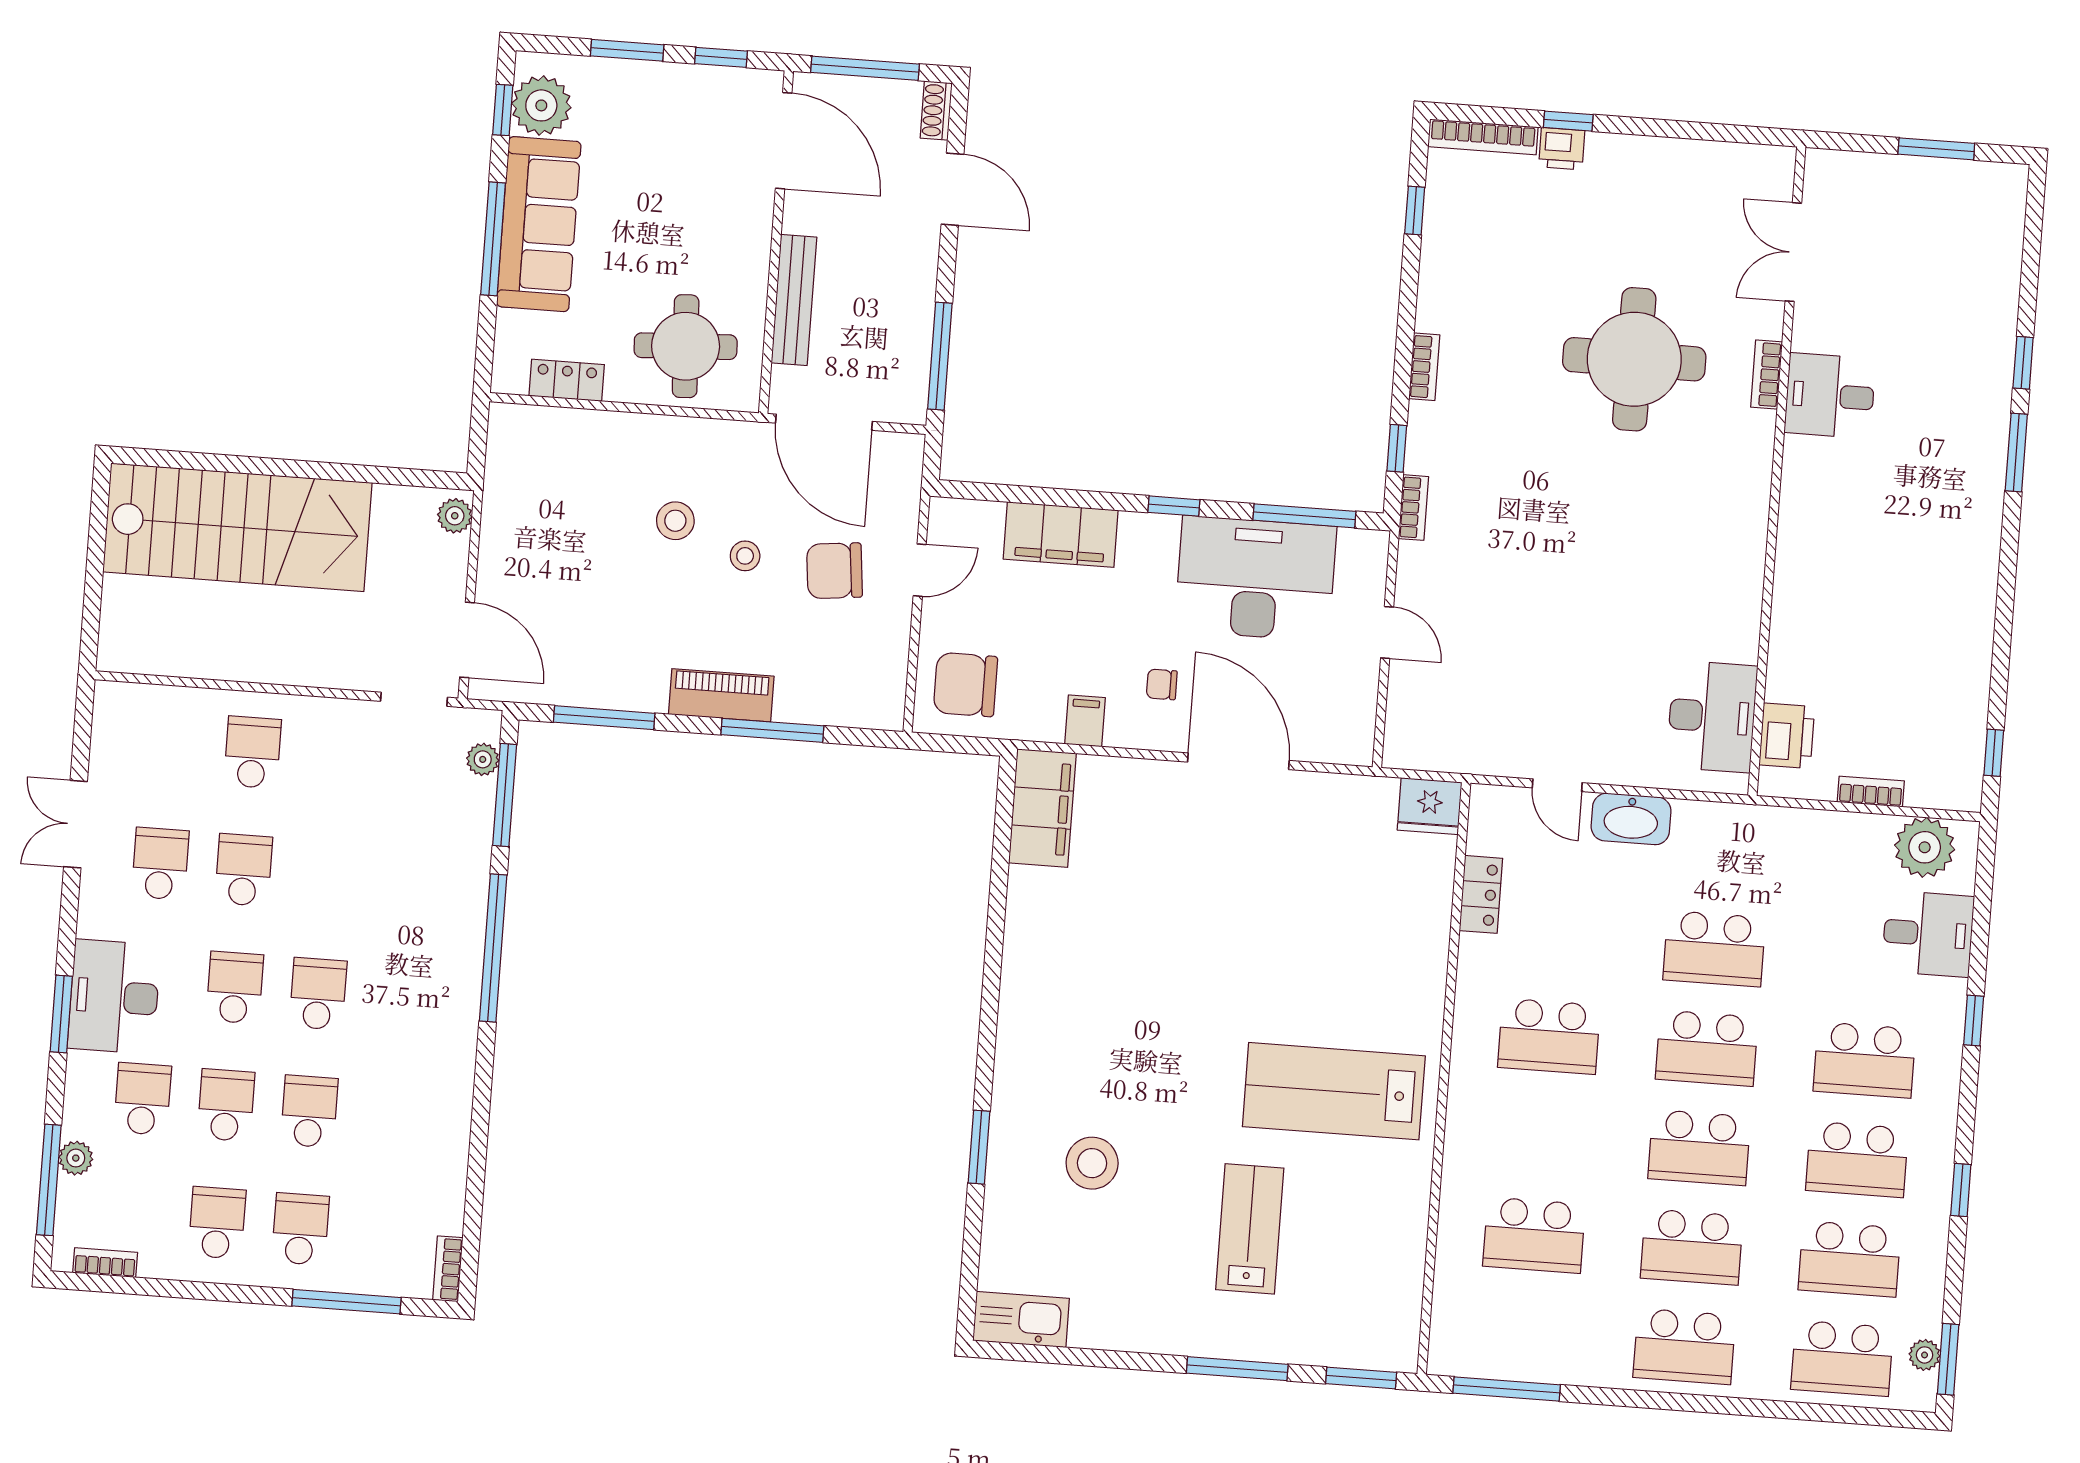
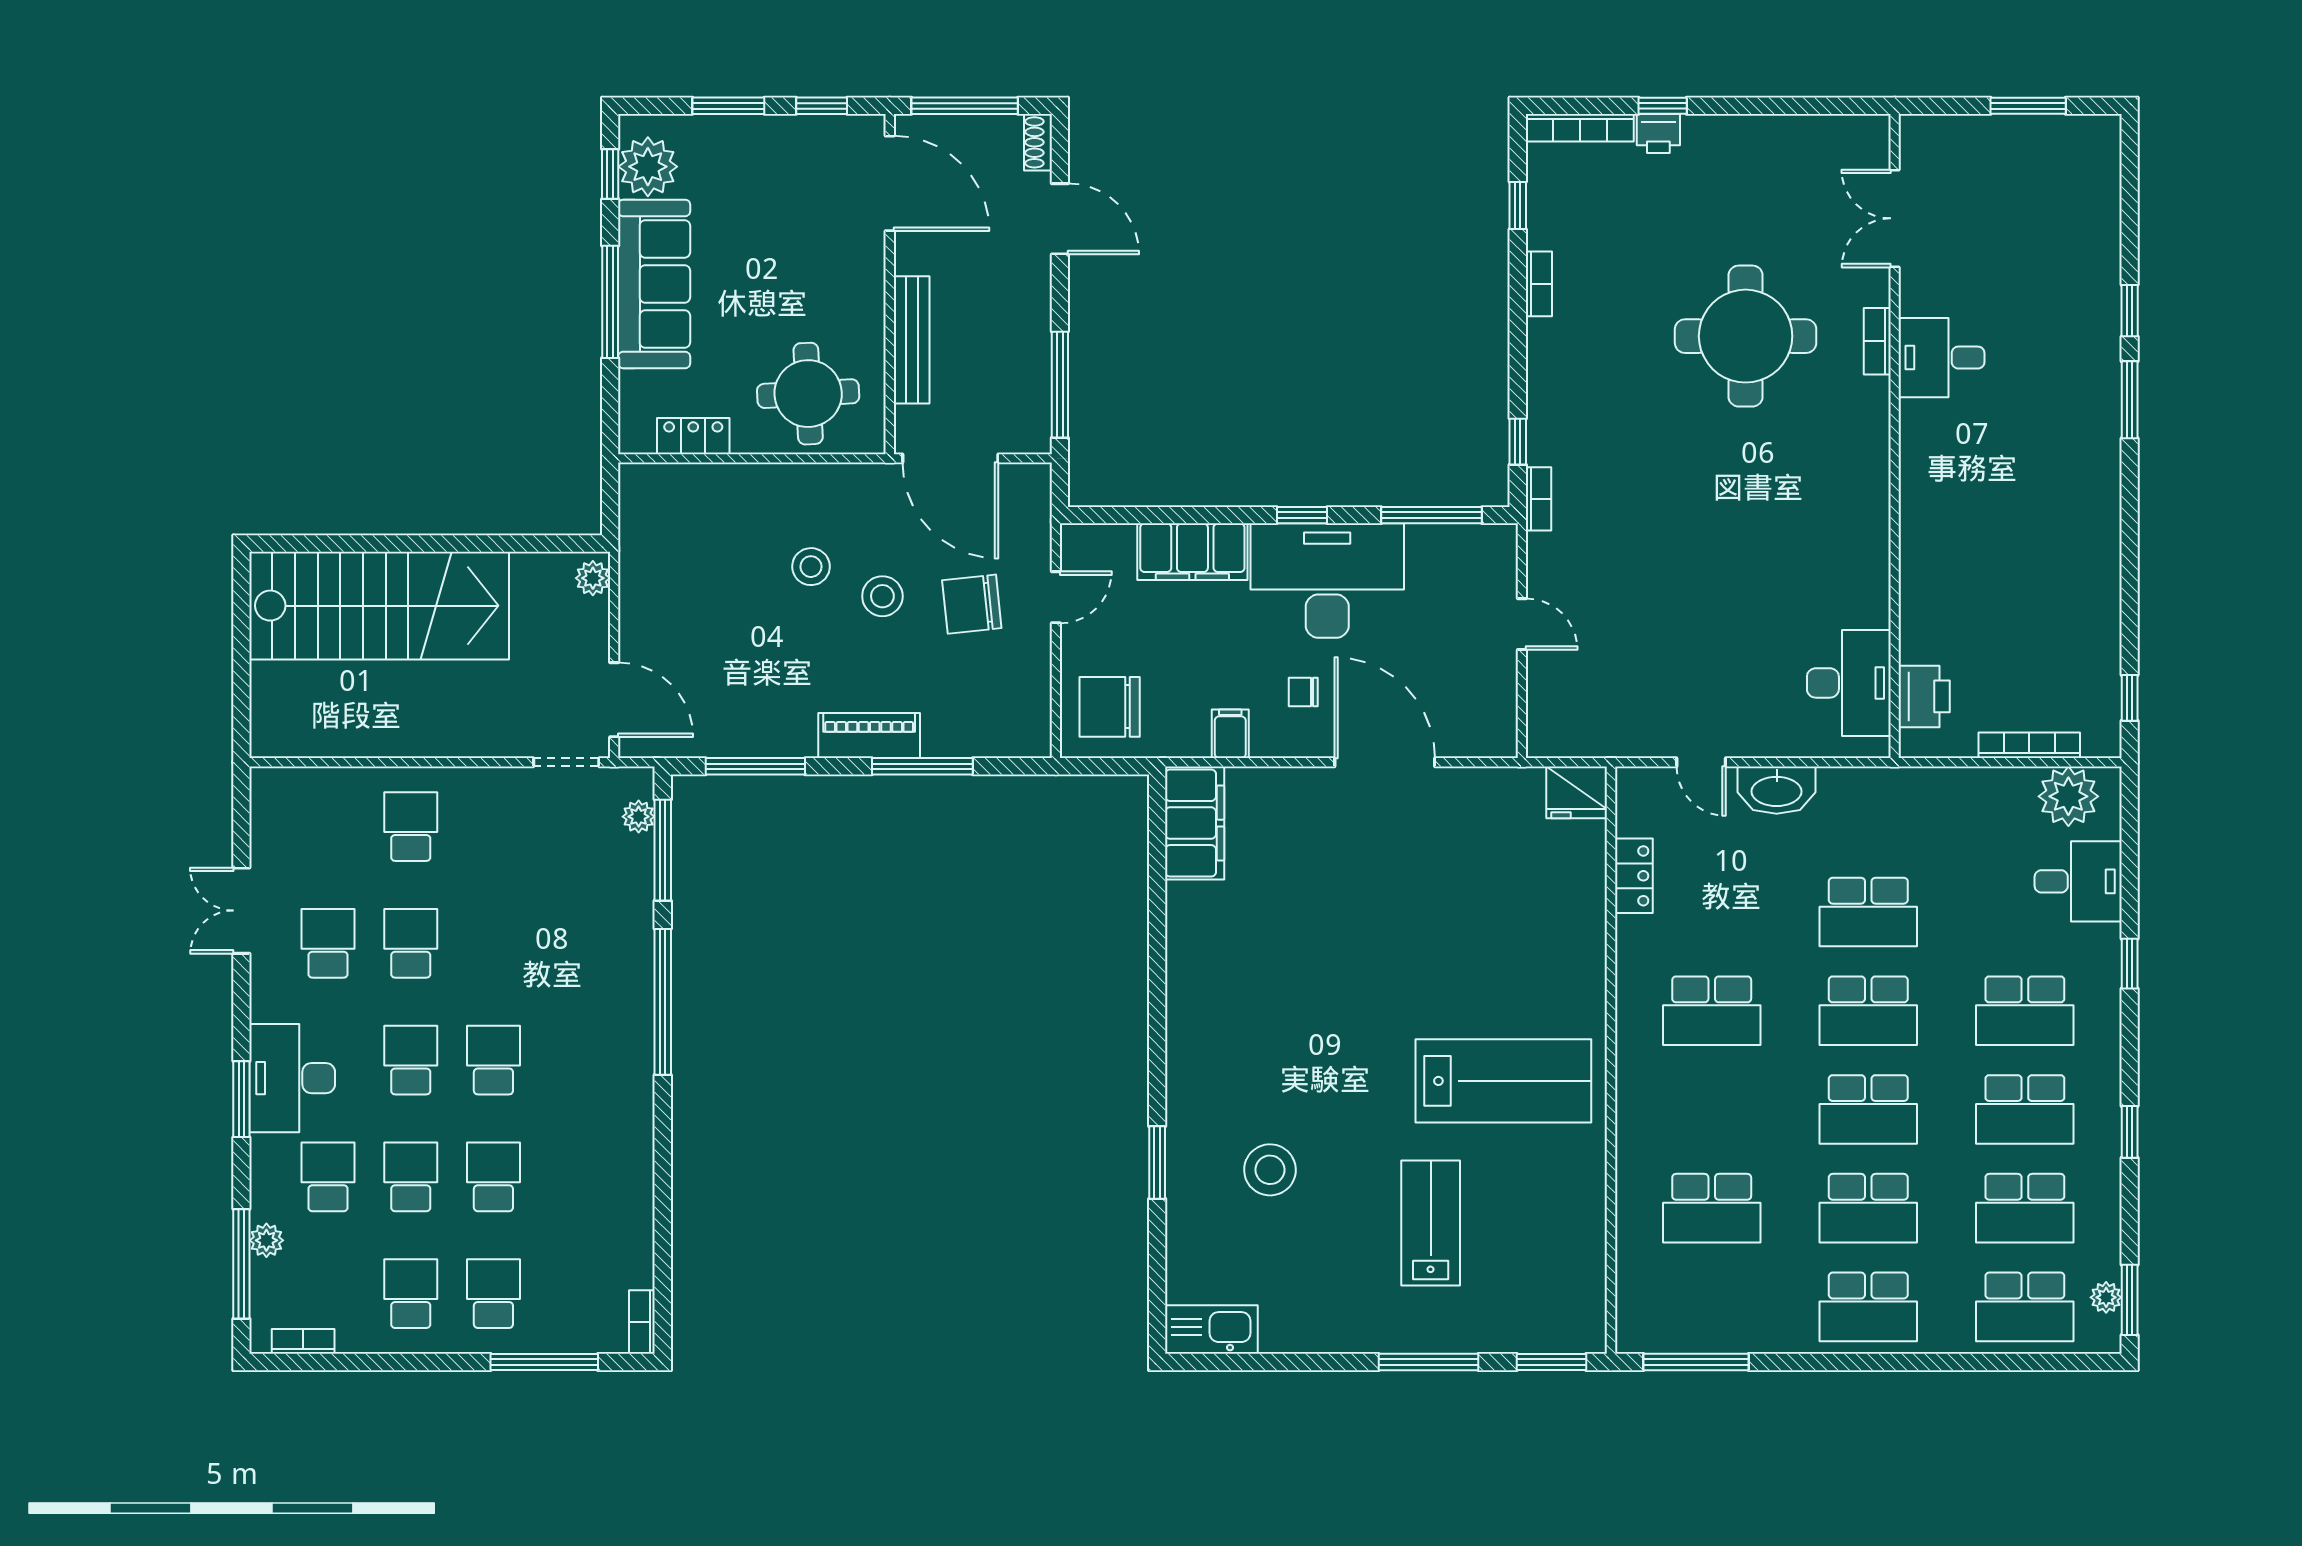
bookcase: (1424, 367) -> (1539, 284), moved
stool: (745, 556) -> (882, 596), width x1.37, depth x1.37
desk: (1256, 578) -> (1327, 581), moved
bookcase: (1871, 792) -> (2029, 745), width x1.56
lab bench: (1334, 1091) -> (1503, 1081), turned 180

